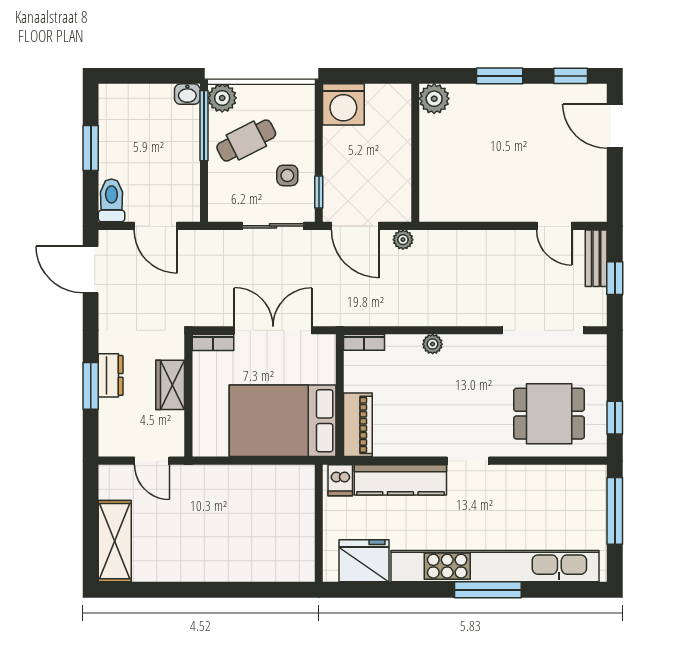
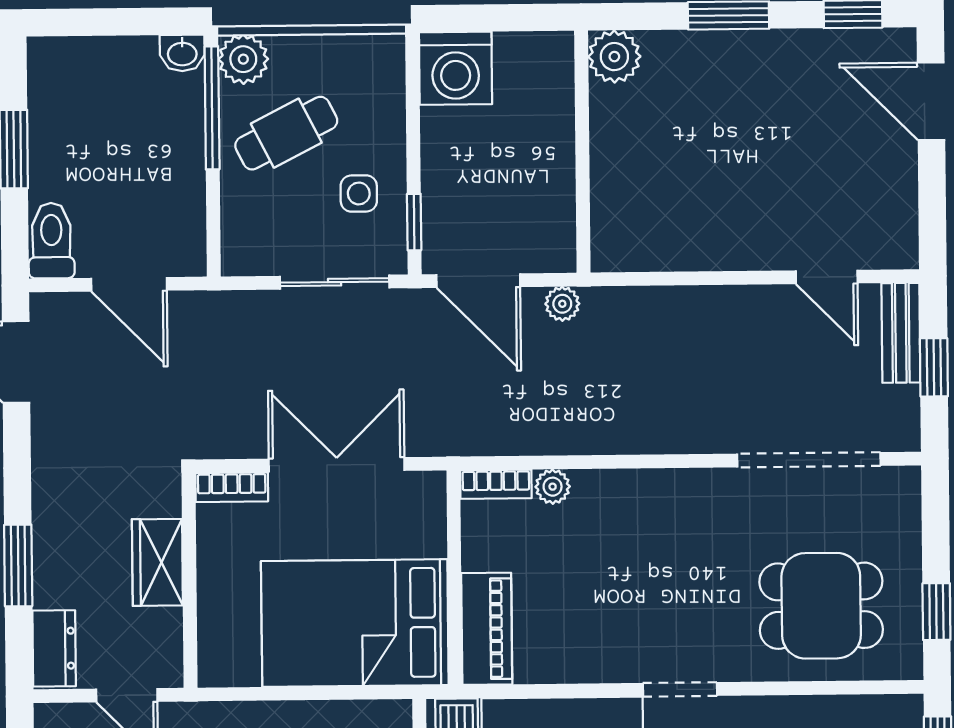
plant: (433, 344) -> (553, 487), moved
dresser: (111, 375) -> (54, 648), moved

